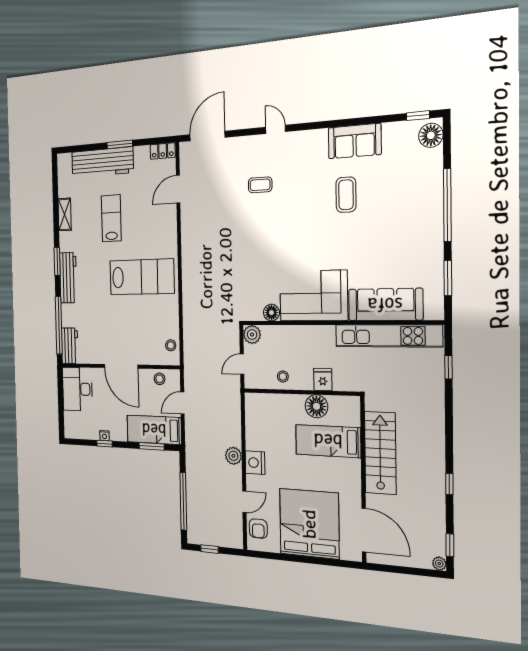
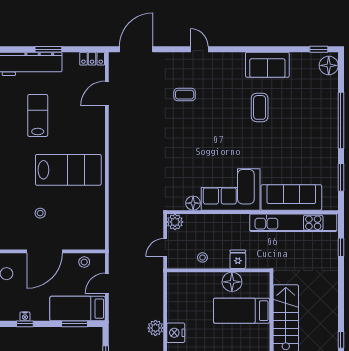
stool: (171, 345) -> (40, 213), moved
door: (121, 366) -> (45, 251), hinge flipped

